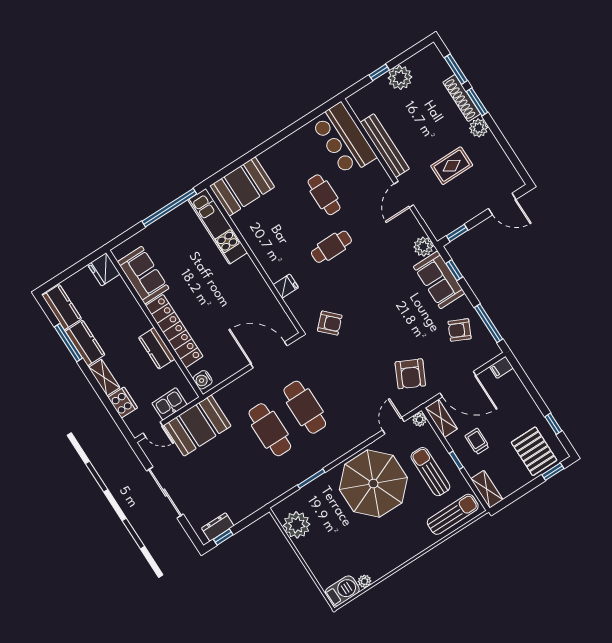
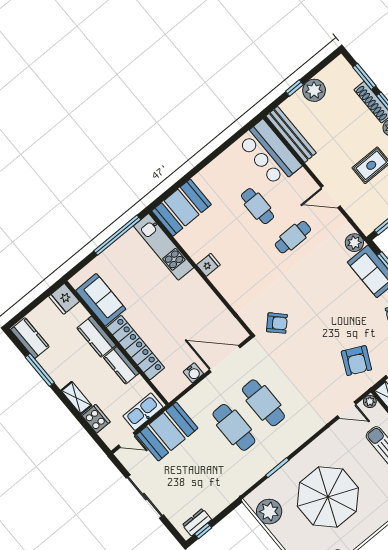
bench: (385, 146) -> (291, 134), moved
door: (404, 194) -> (331, 197), hinge flipped
cafe table: (331, 247) -> (293, 237), moved
fridge: (286, 286) -> (208, 265), moved
kitchen counter: (85, 343) -> (96, 337), moved, turned 180
water cooler: (203, 380) -> (193, 373), moved, turned -90
kitchen sink: (170, 404) -> (143, 412), width x1.38
door: (393, 426) -> (347, 410), swing flipped
parasol: (373, 484) -> (328, 497), moved

